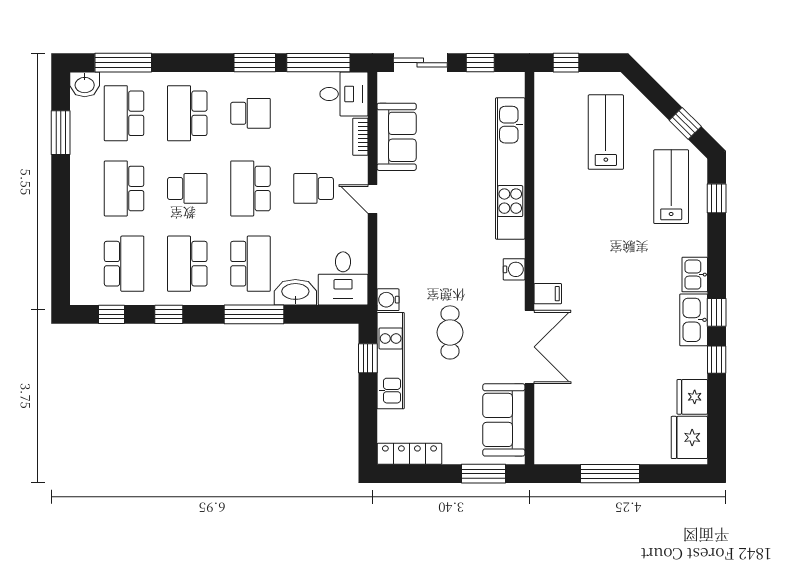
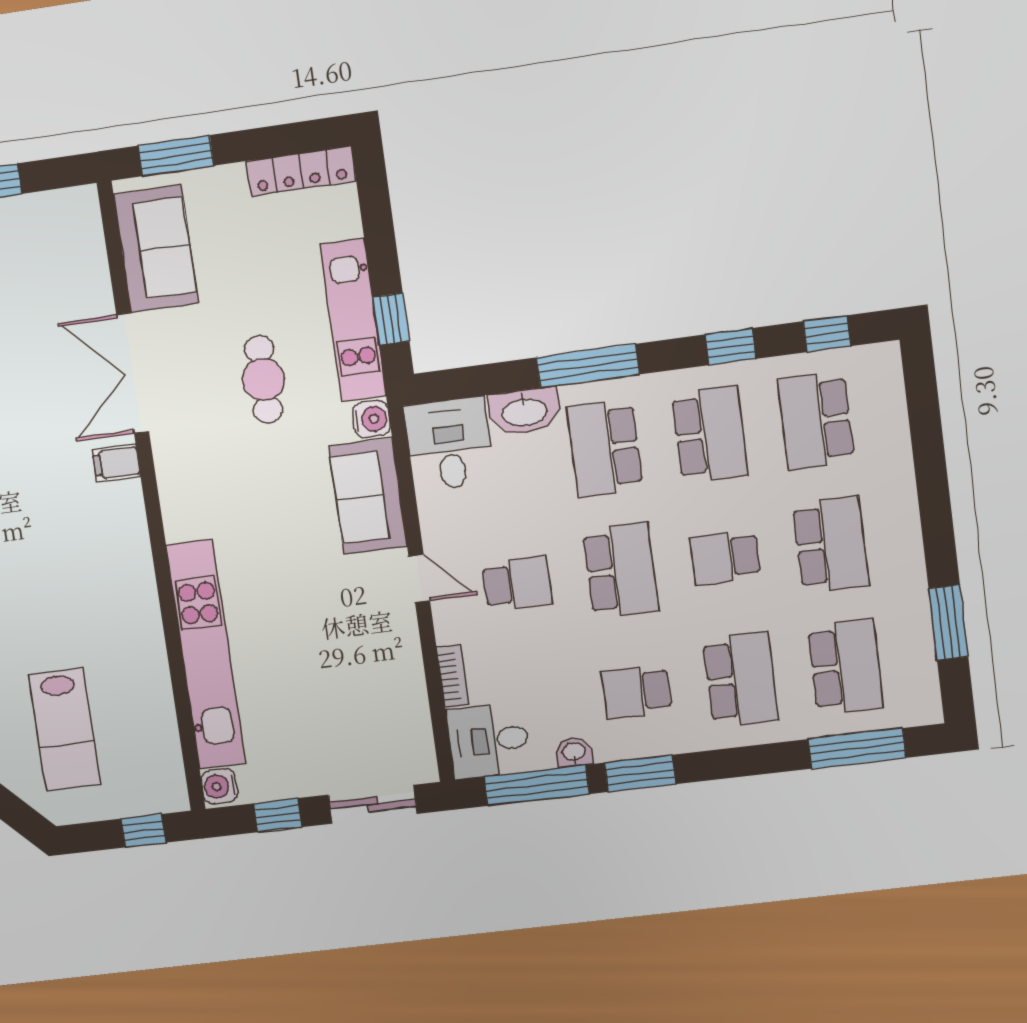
washbasin: (85, 84) -> (574, 752), moved, width x0.72, depth x0.69
sofa: (397, 137) -> (368, 496), moved
water cooler: (514, 269) -> (219, 786), moved

